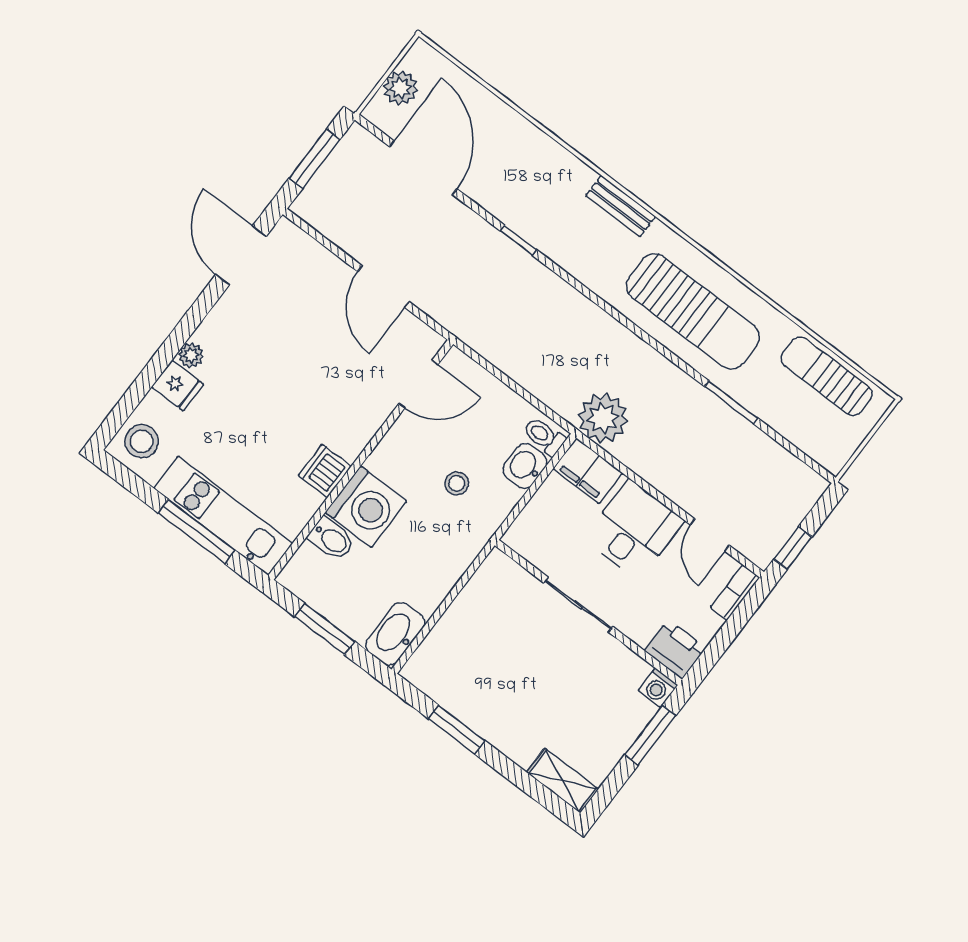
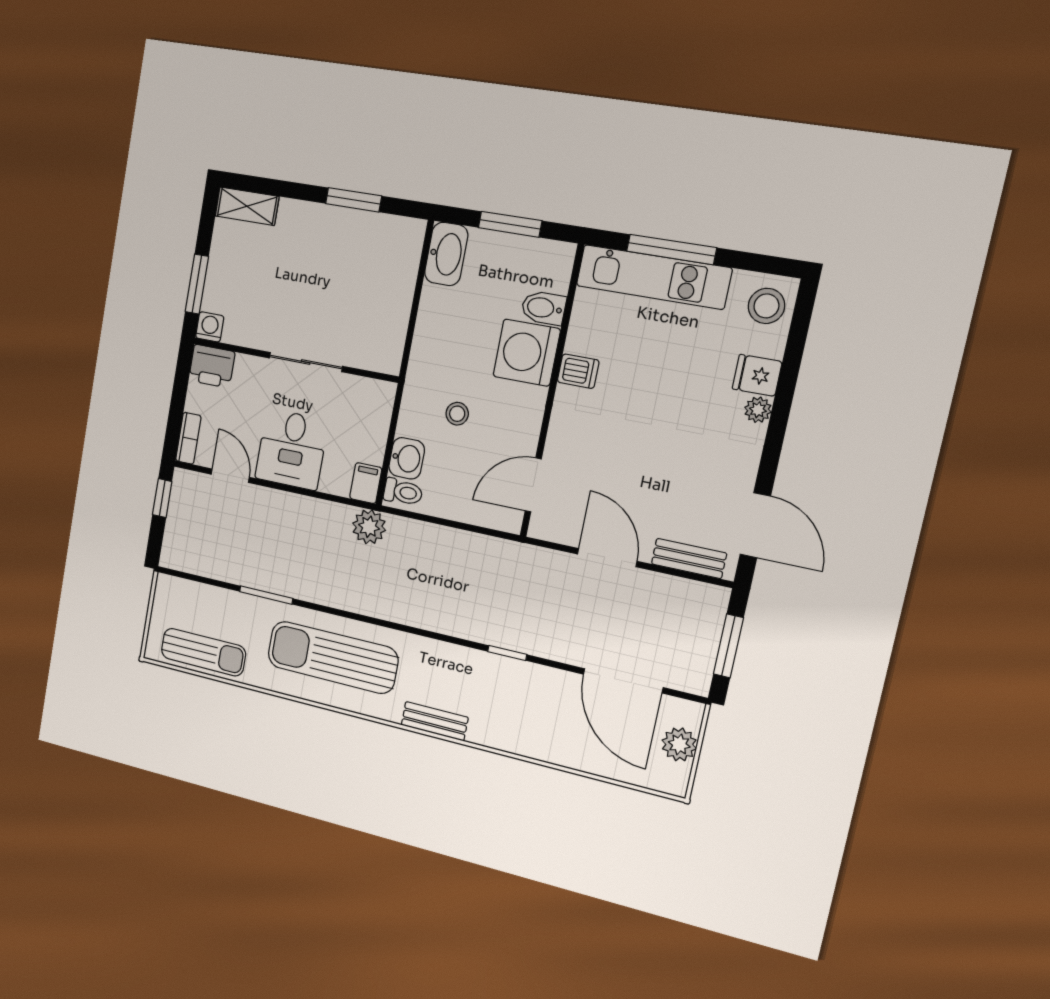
bench: (312, 252) -> (689, 558), added
plant: (603, 418) -> (369, 527), width x0.73, depth x0.73
dishwasher: (325, 471) -> (578, 371), width x0.73
filing cabinet: (588, 471) -> (366, 483), width x0.50

